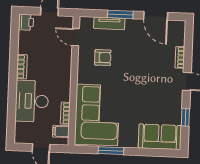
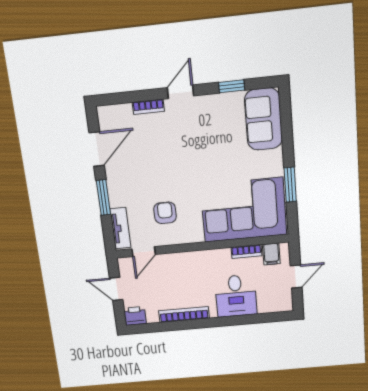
tv unit: (109, 23) -> (120, 228), moved
bookcase: (22, 67) -> (184, 314), width x1.56
desk: (32, 101) -> (236, 296), width x0.73

